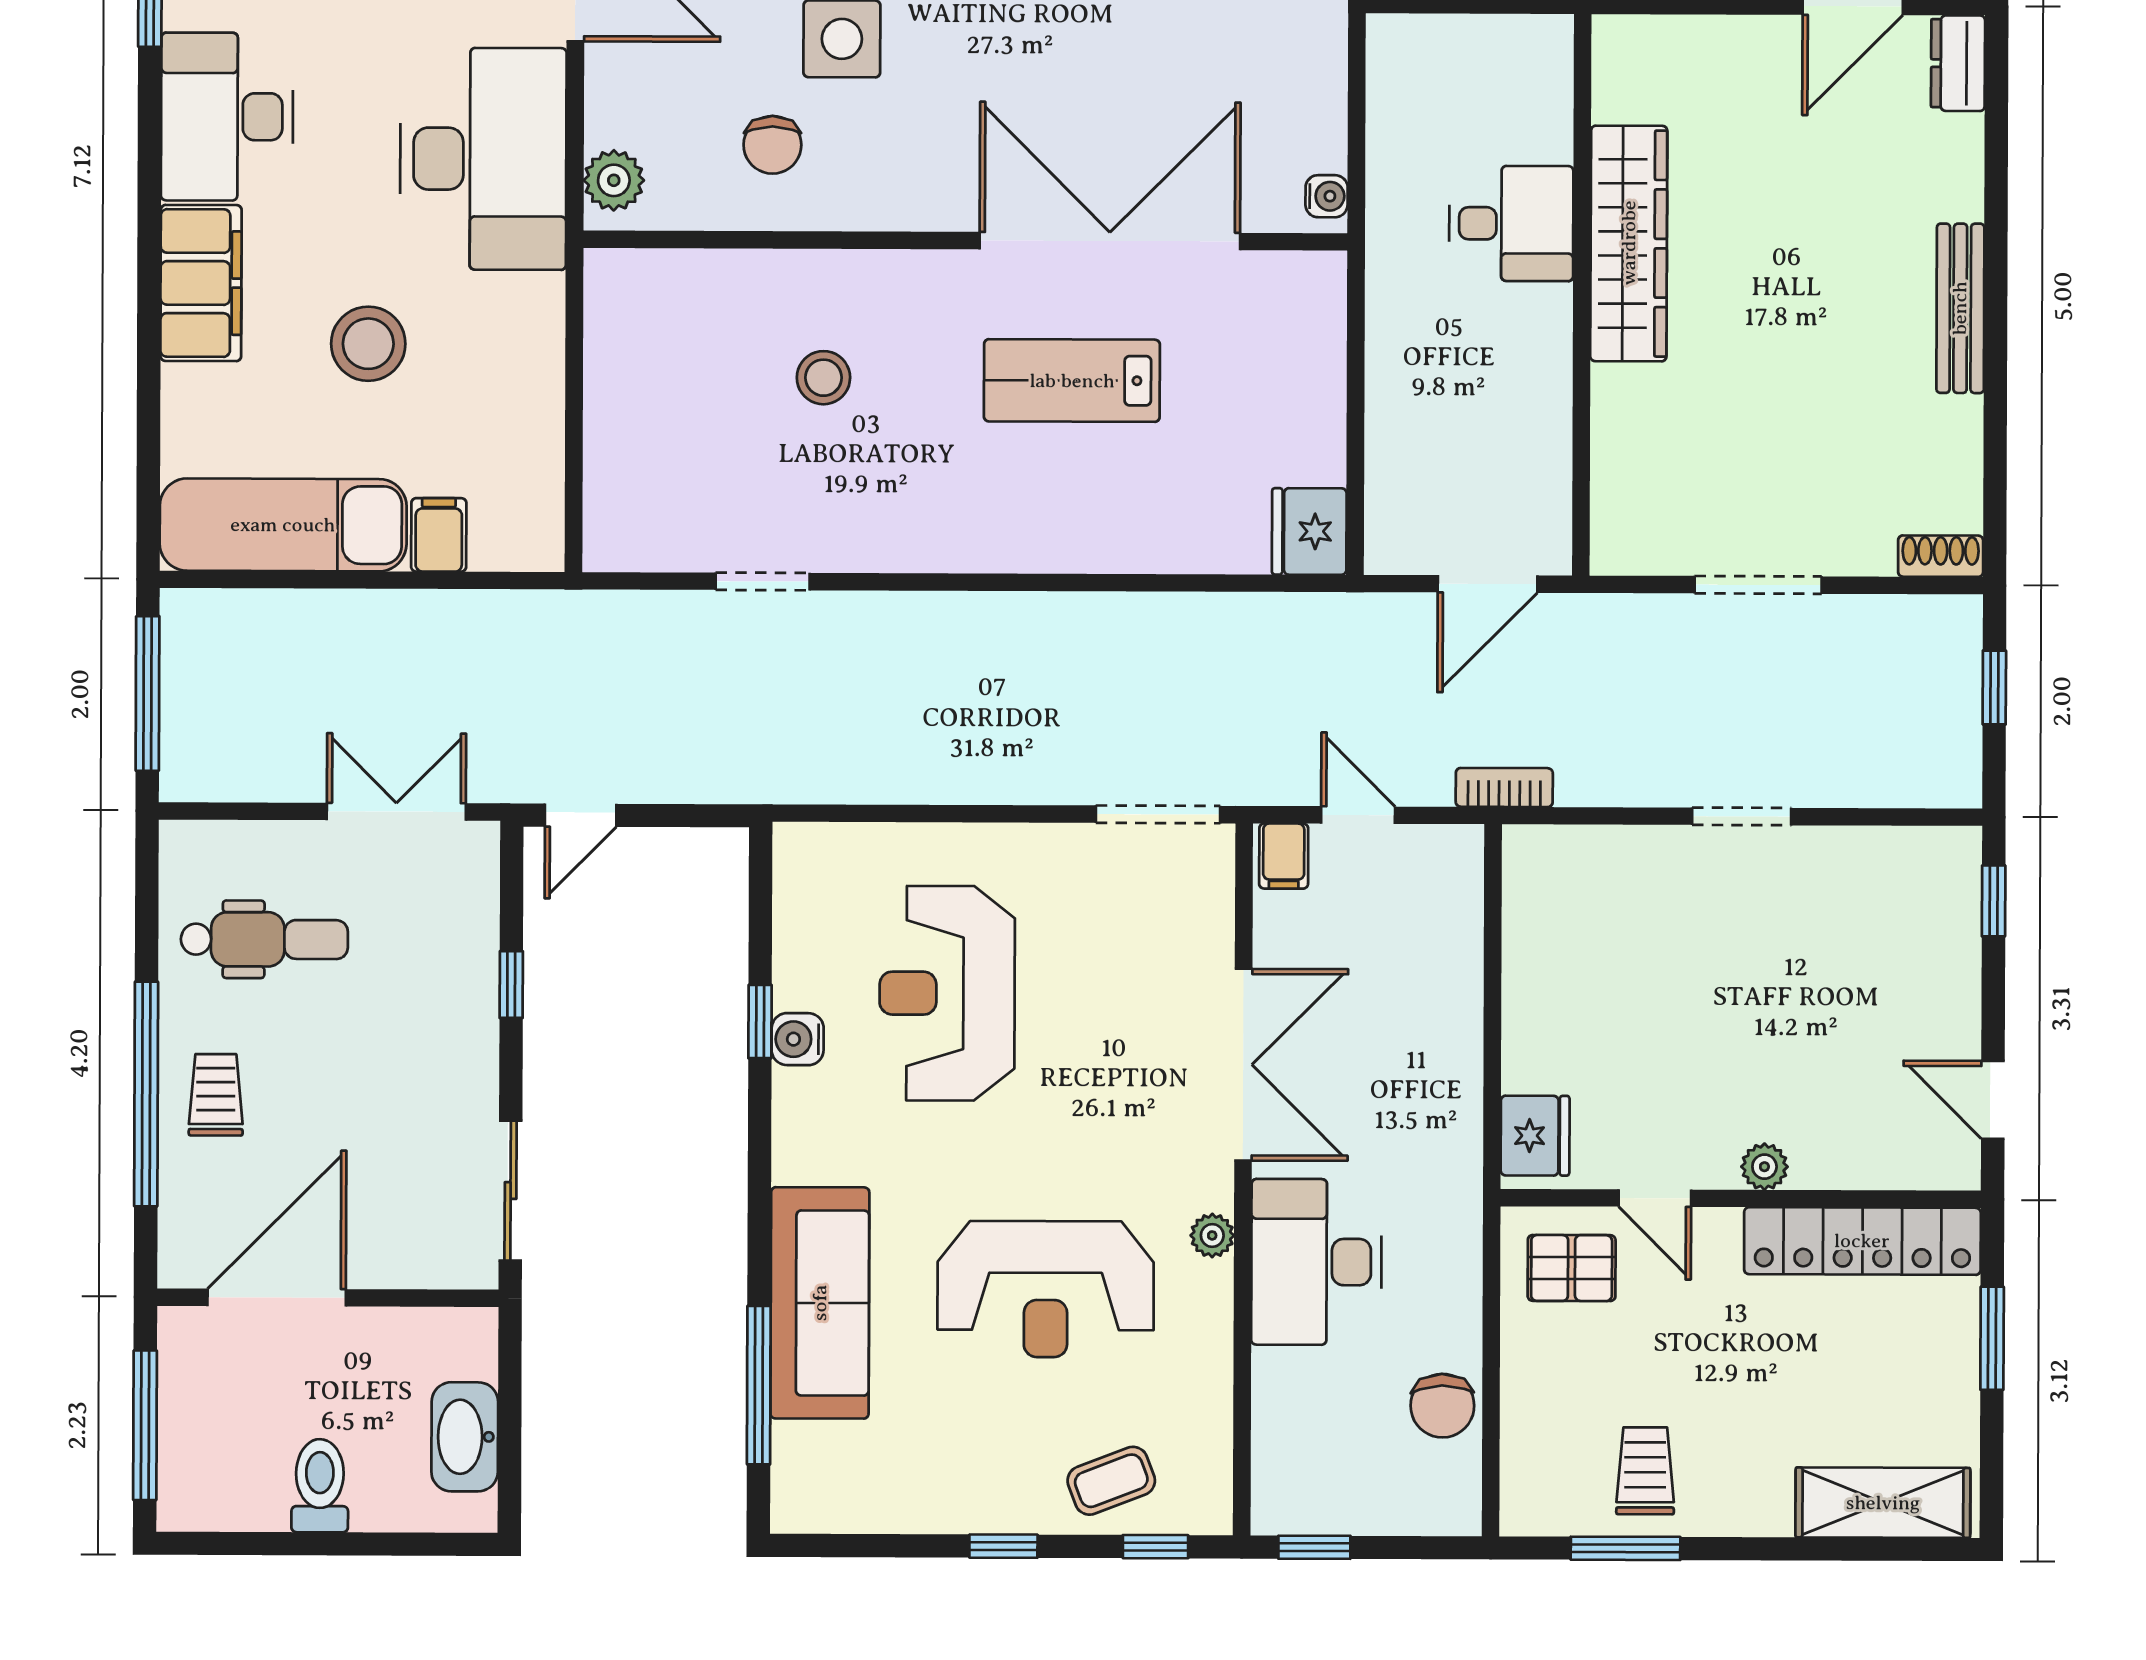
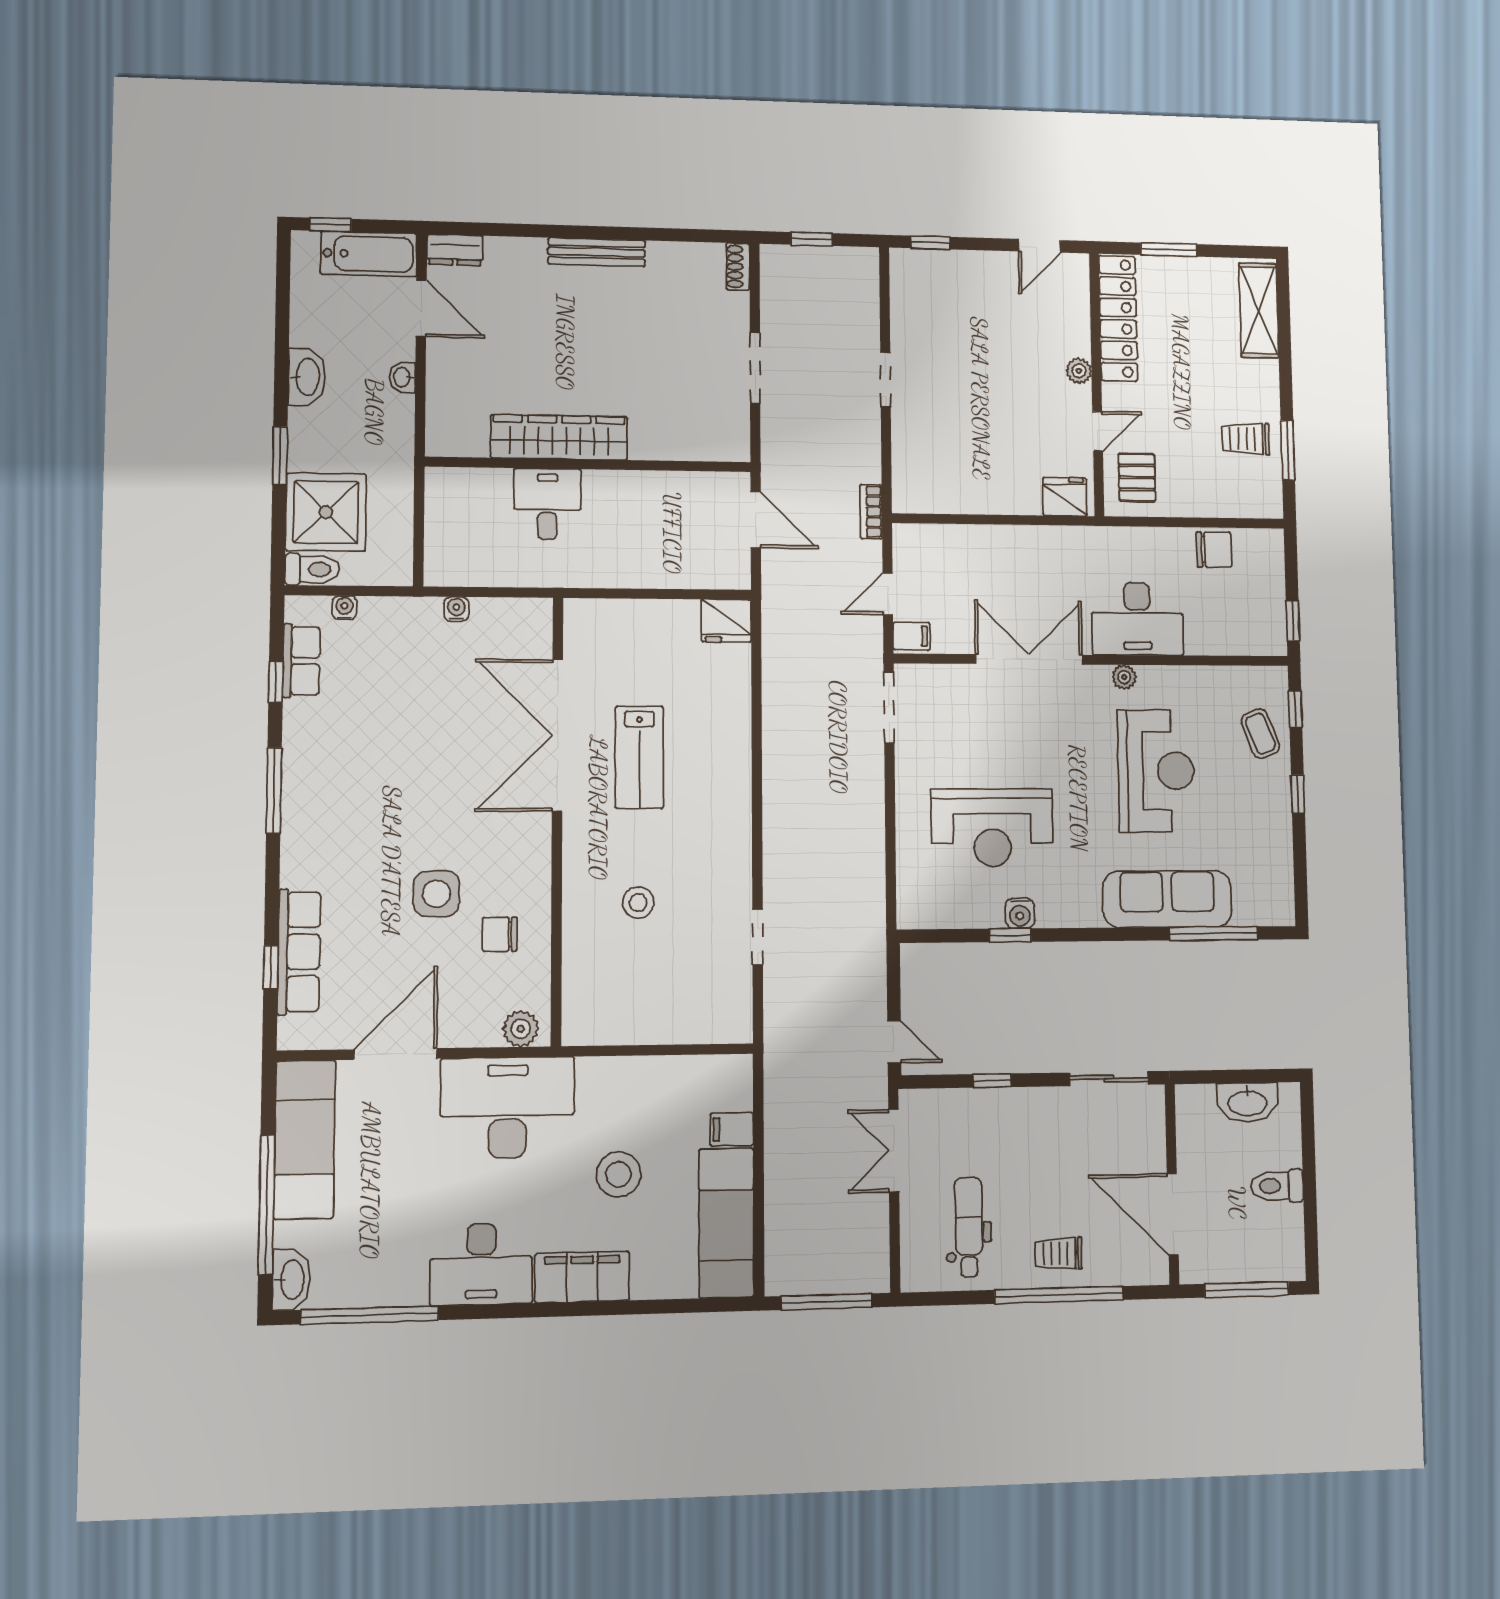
chair: (772, 145) -> (500, 934), turned 180
water cooler: (1327, 196) -> (456, 609), moved

